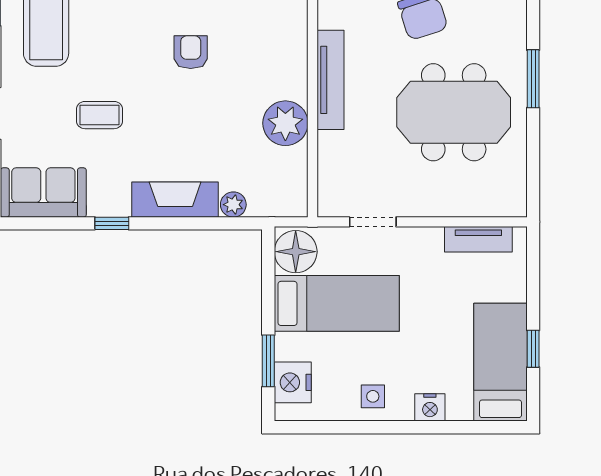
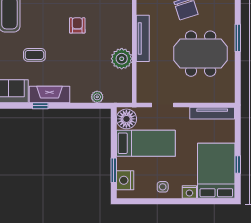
fireplace: (175, 200) -> (50, 95), moved
tv unit: (478, 239) -> (212, 113), width x1.41
bed: (500, 362) -> (216, 171), width x1.50

